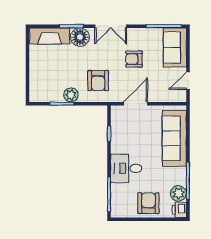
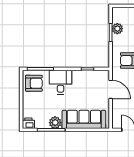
plant: (71, 95) -> (117, 29), moved
plant: (178, 193) -> (55, 123), moved
armchair: (148, 203) -> (34, 83), moved

